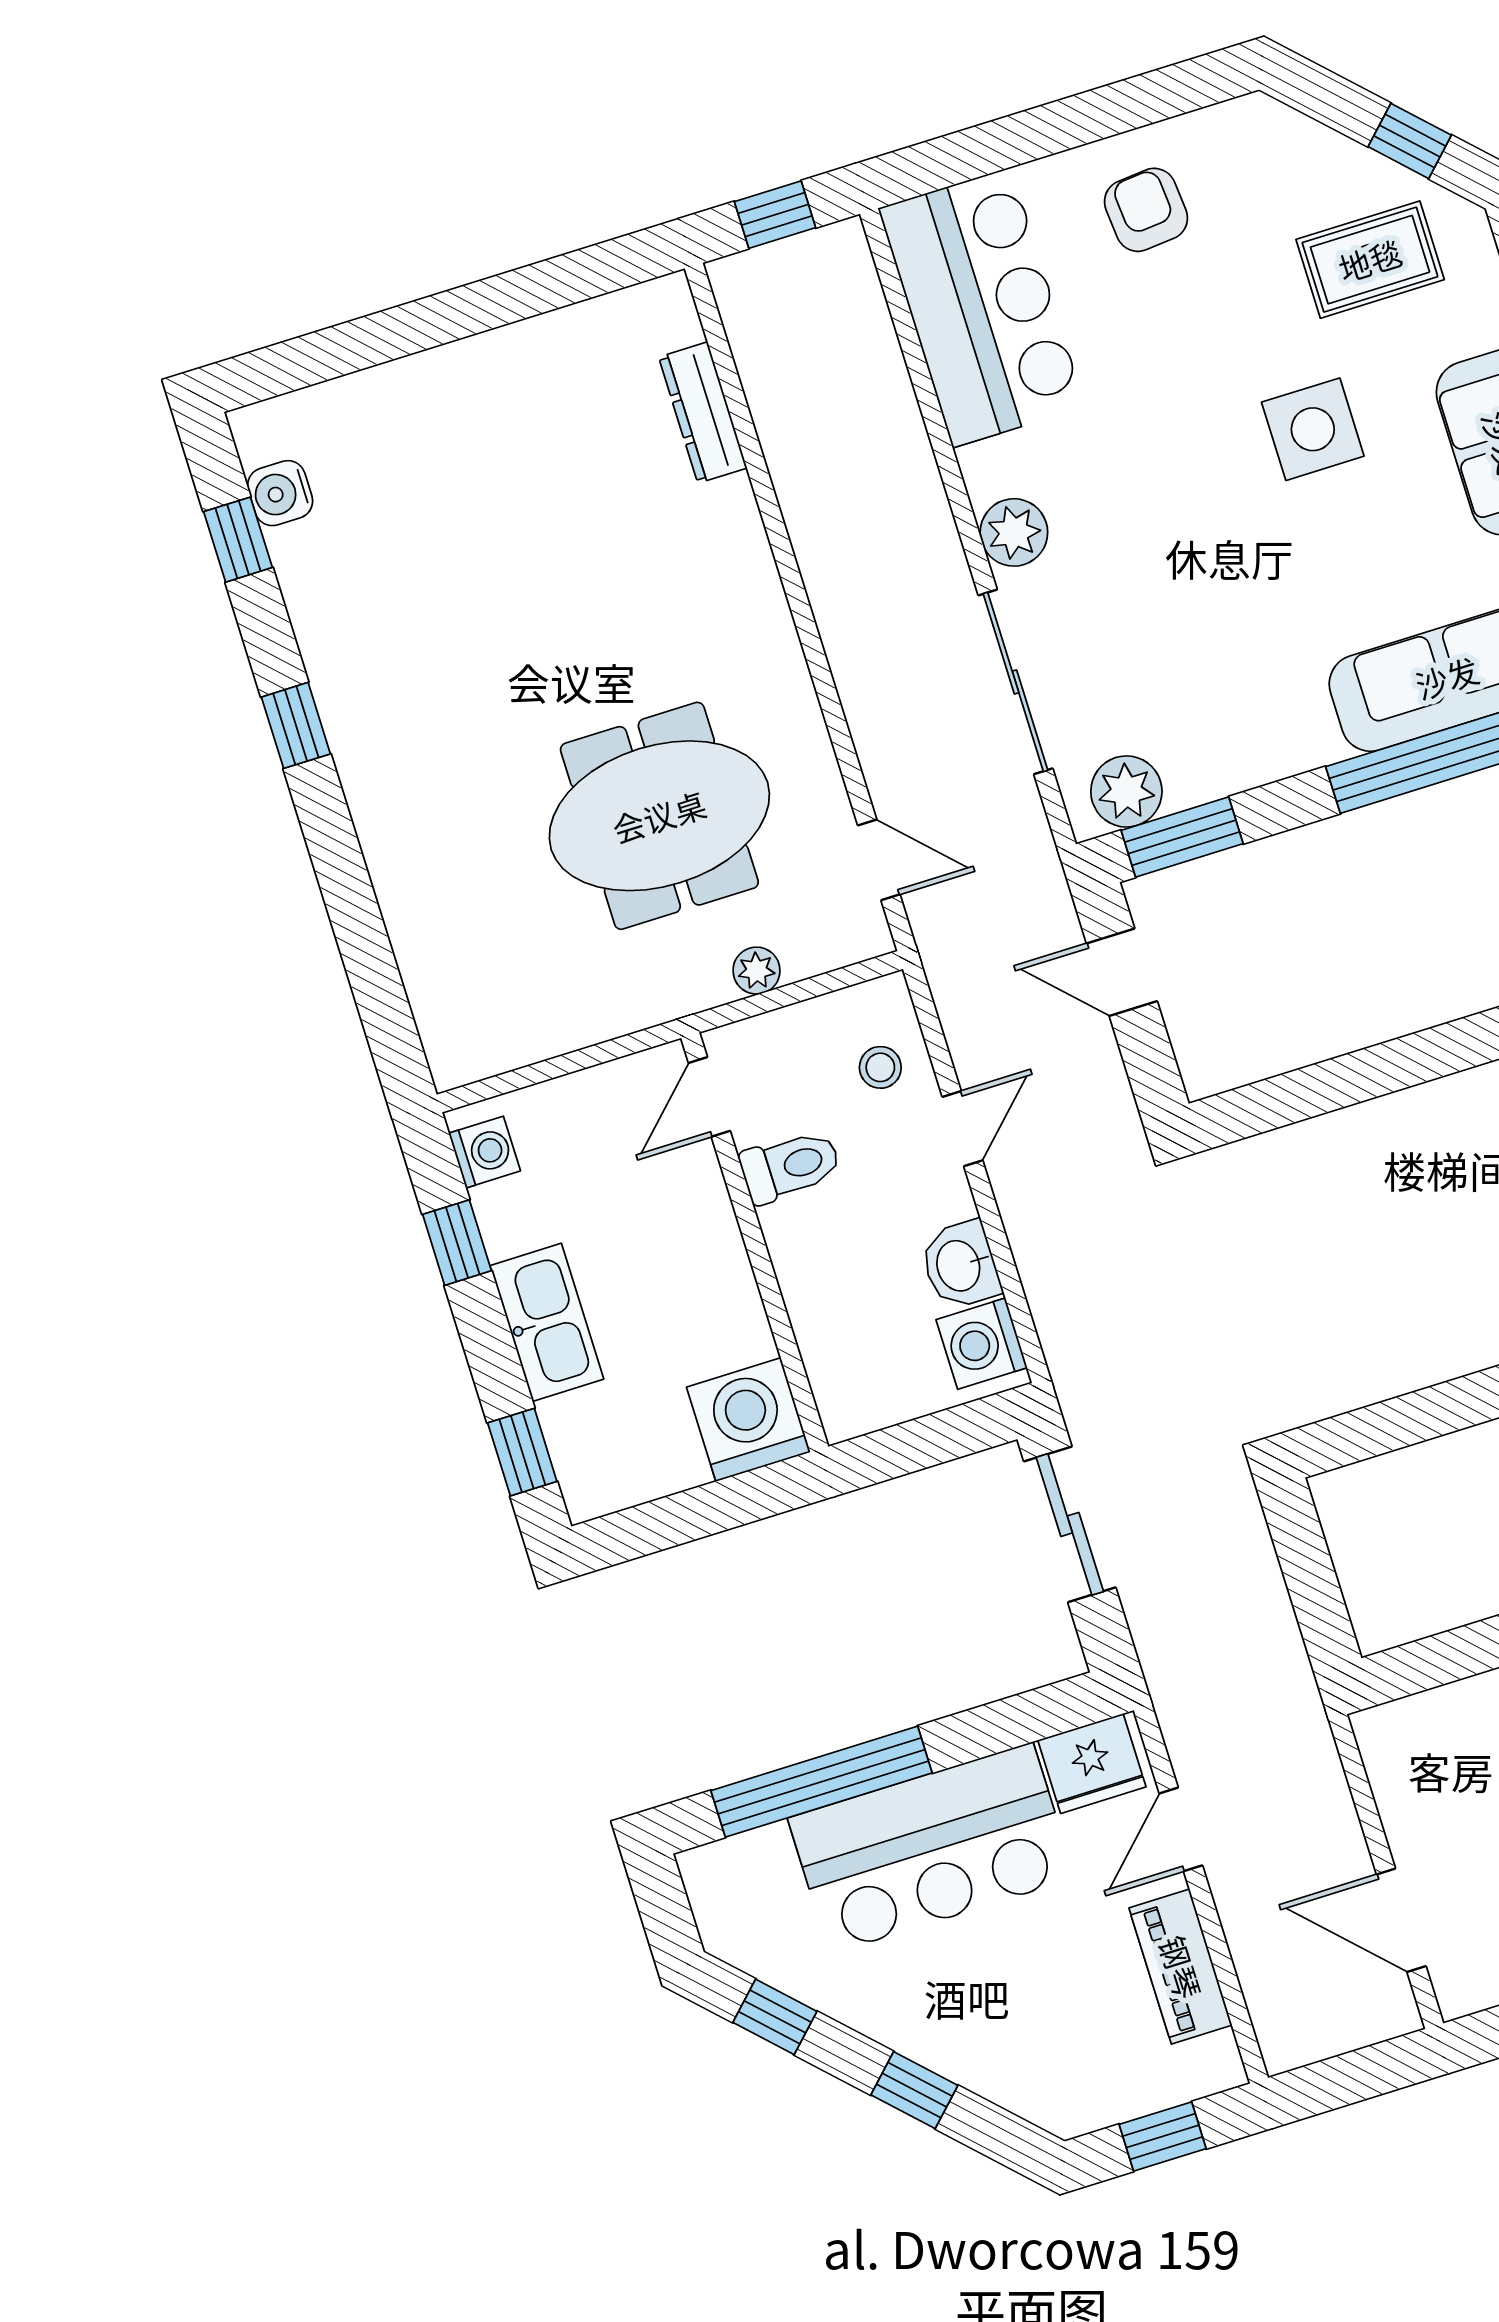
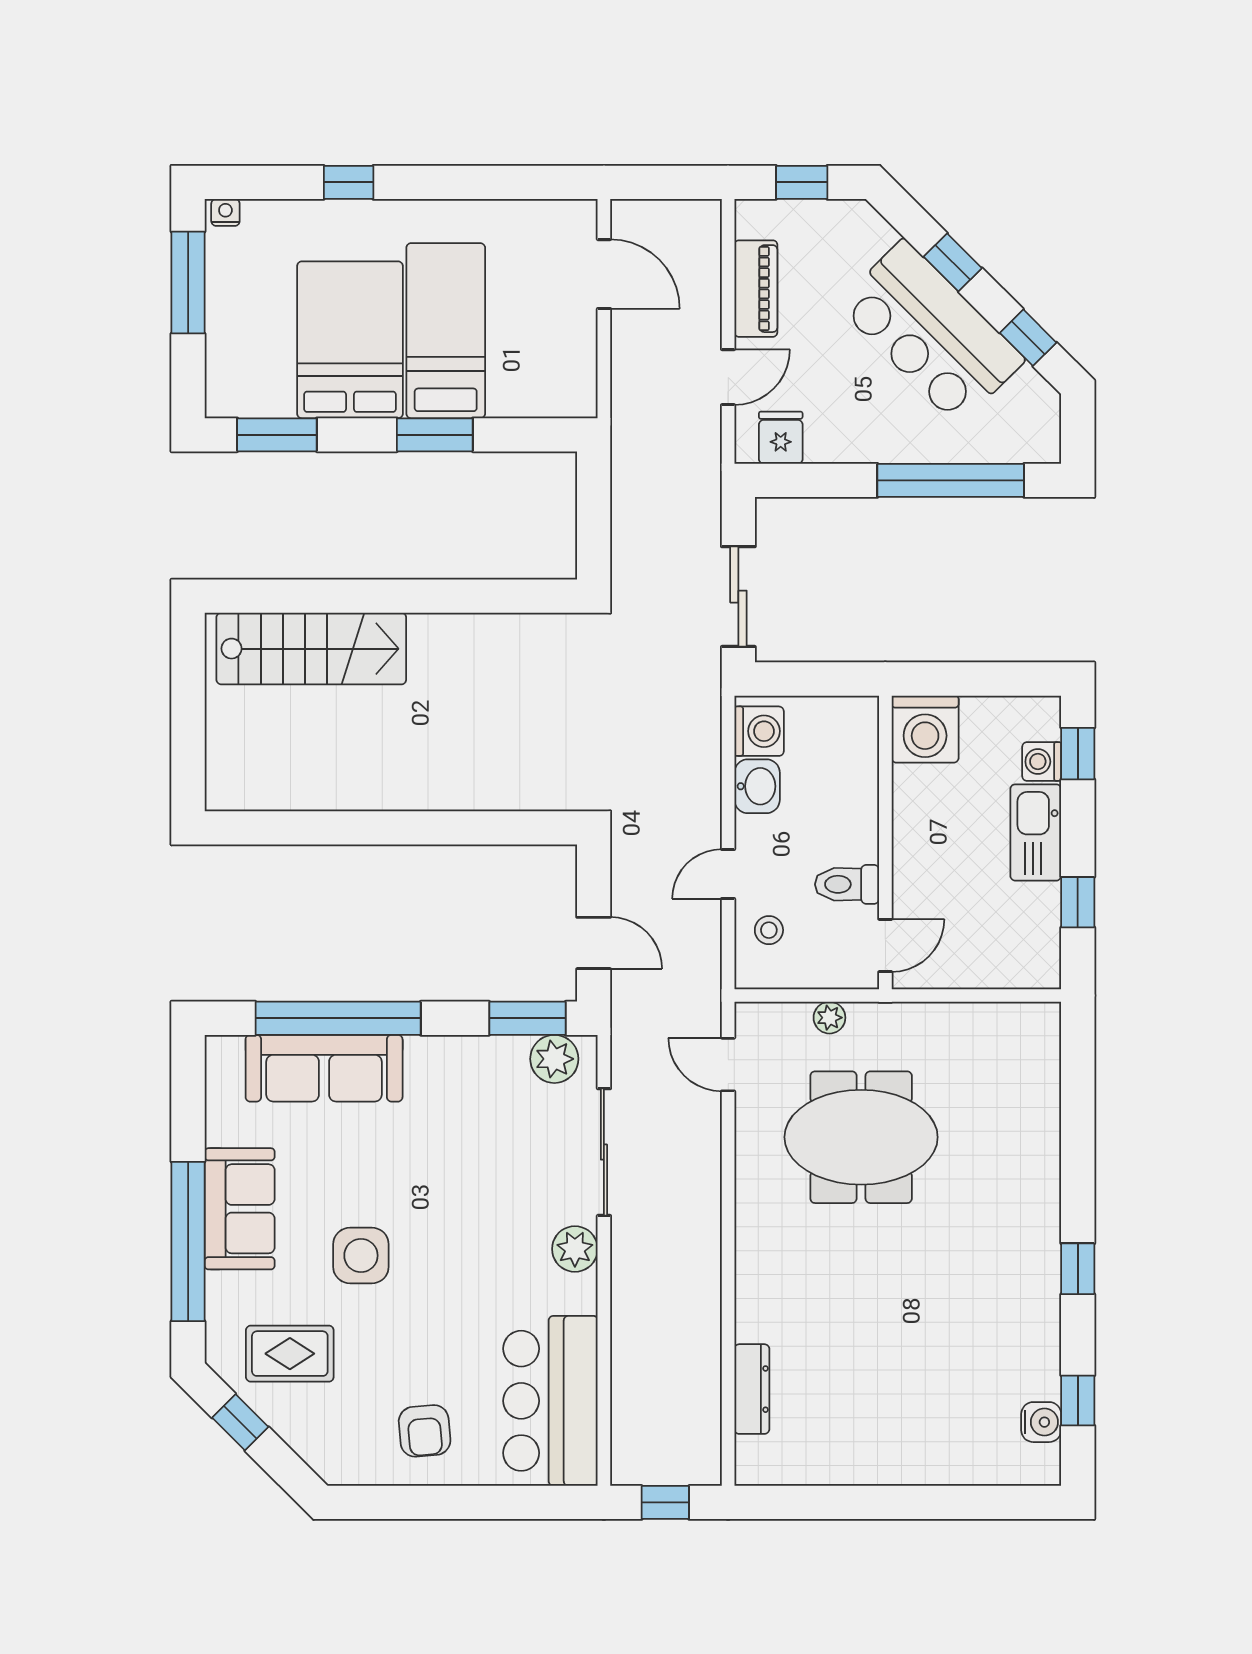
washing machine: (485, 1152) -> (1042, 762), moved
fridge: (1092, 1763) -> (781, 438), width x0.72
bar counter: (931, 1848) -> (931, 332), moved, turned -135

